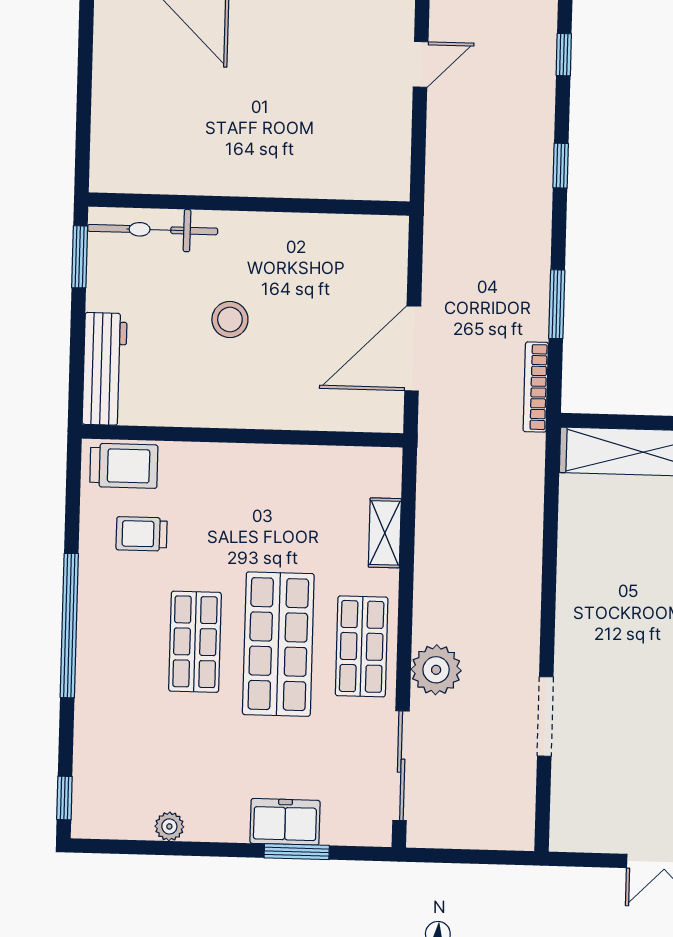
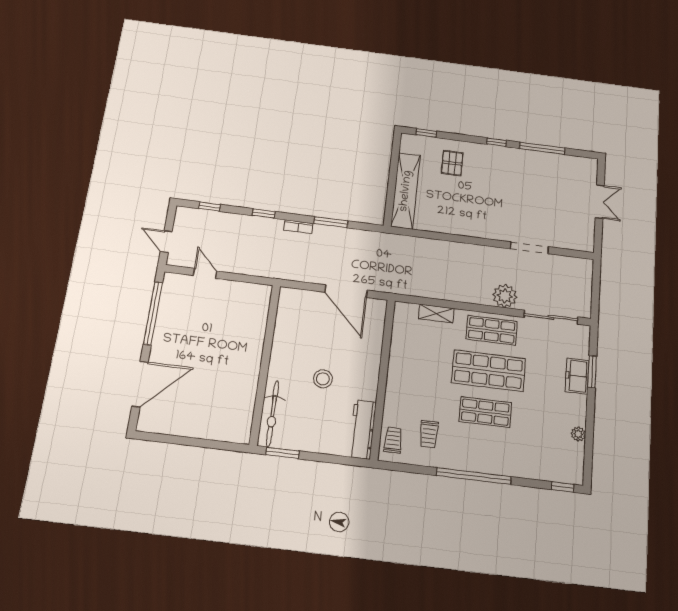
workbench: (105, 369) -> (362, 429), moved, turned -90
bookcase: (536, 387) -> (298, 227), moved, width x0.64
trolley: (124, 466) -> (393, 440), width x0.73, depth x0.72

